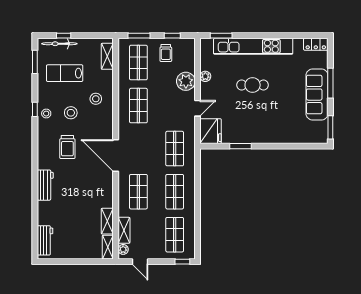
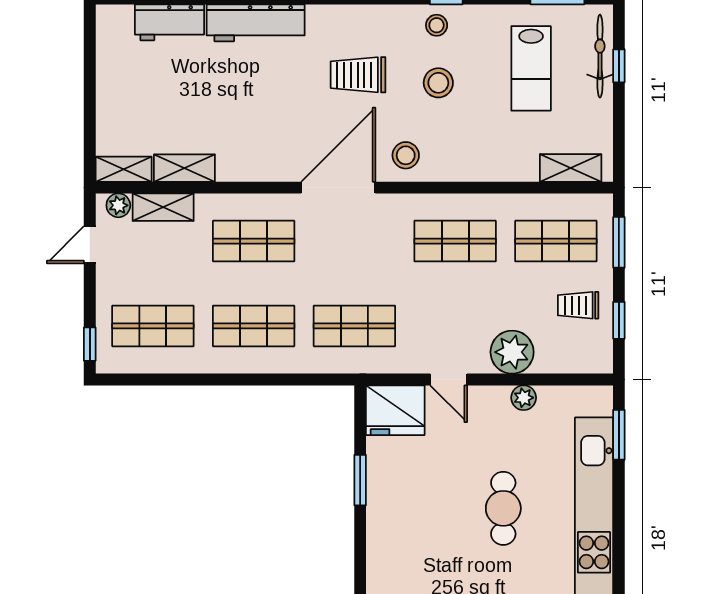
lab bench: (65, 73) -> (531, 68), turned 180
stool: (96, 99) -> (406, 155), moved
workbench: (45, 185) -> (256, 23), width x1.38
workbench: (45, 240) -> (170, 22), moved

